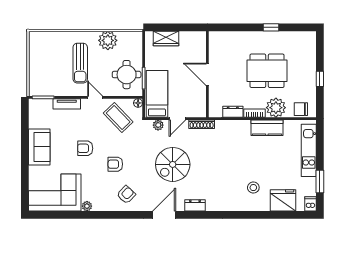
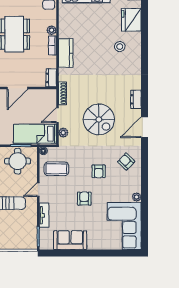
plant: (276, 108) -> (52, 30), width x0.53, depth x0.53
dresser: (233, 112) -> (51, 78), moved
coffee table: (118, 117) -> (56, 169), turned 44
door: (177, 119) -> (57, 115), swing flipped
kitchen counter: (267, 128) -> (66, 53), moved
sofa: (39, 147) -> (70, 240), moved
armchair: (85, 148) -> (84, 199), turned 180
door: (164, 215) -> (144, 127), hinge flipped

